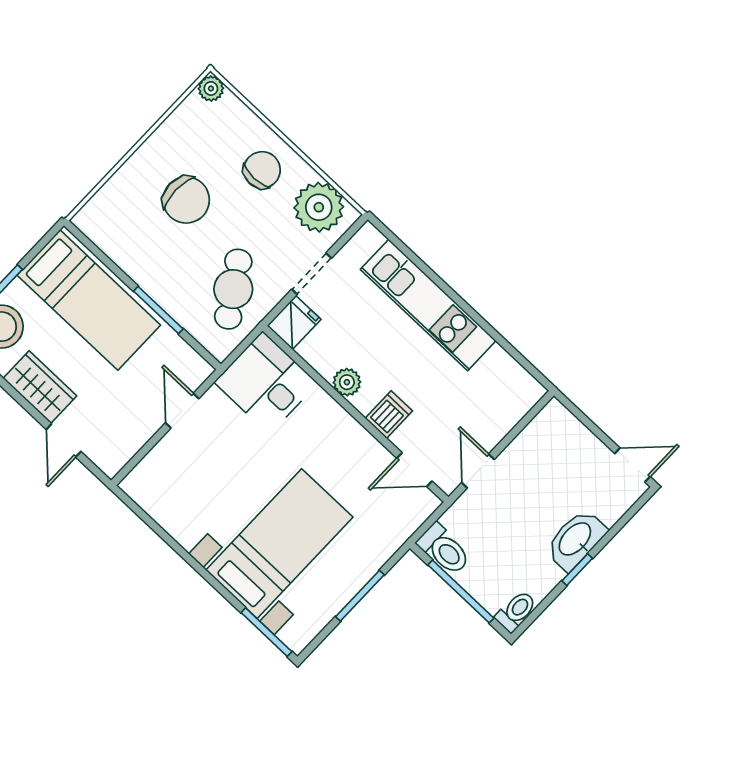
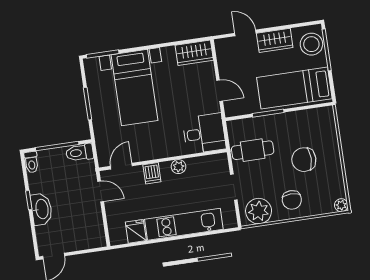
cafe table: (233, 289) -> (253, 150), turned -57
fridge: (294, 323) -> (136, 231), moved, turned 180
wardrobe: (155, 495) -> (194, 53), added

